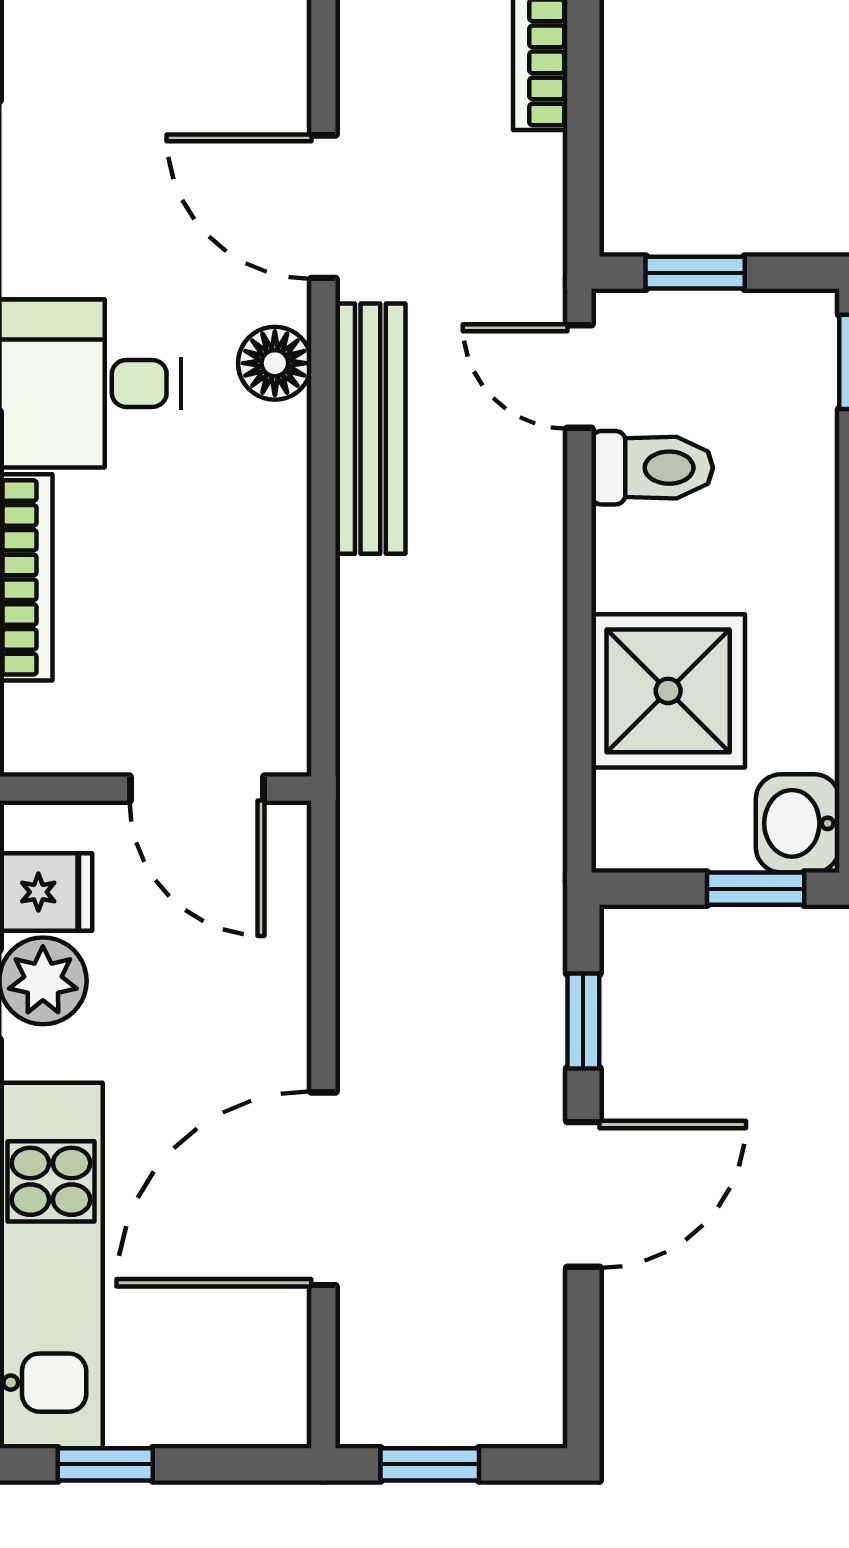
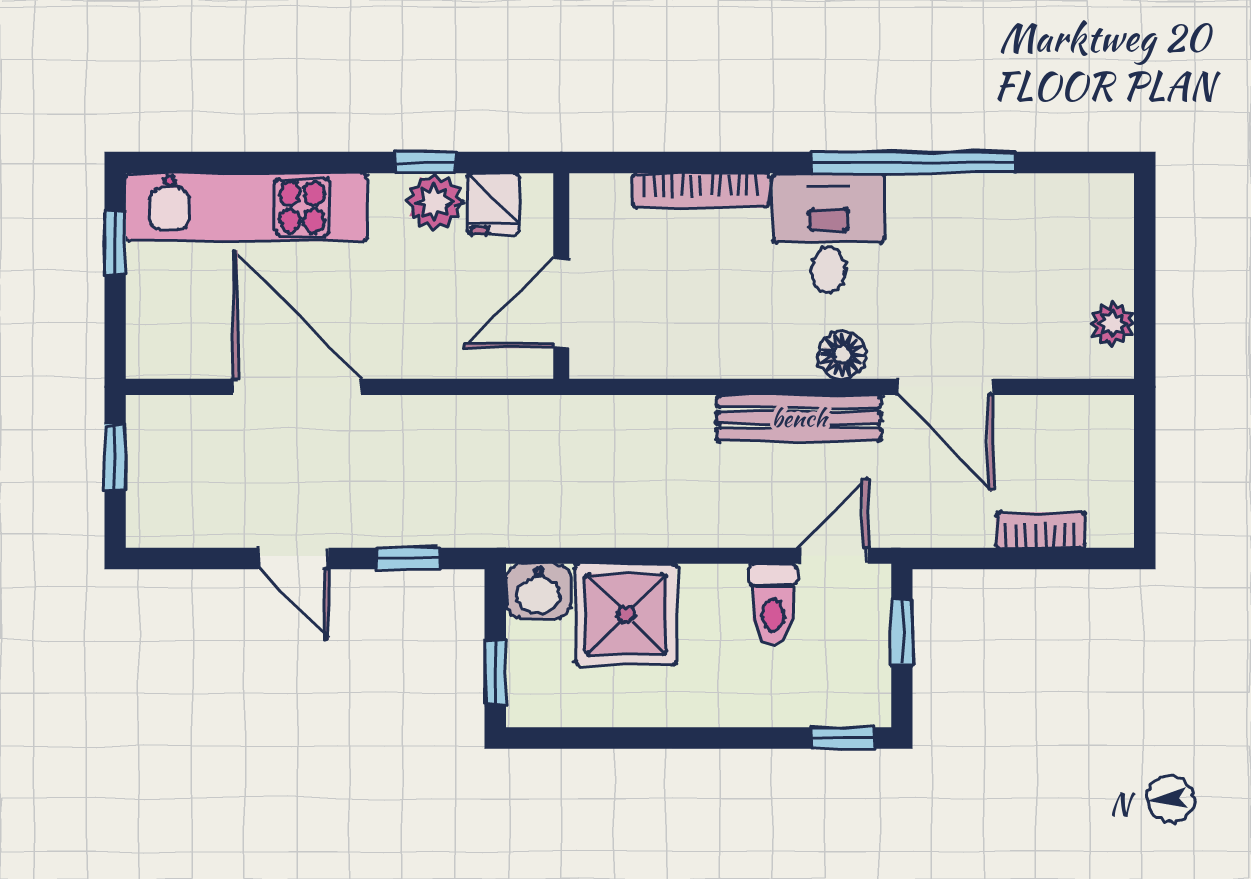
door: (323, 207) -> (945, 387), swing flipped
washbasin: (798, 823) -> (538, 591), moved, turned 180
door: (583, 1194) -> (293, 558), width x0.73

